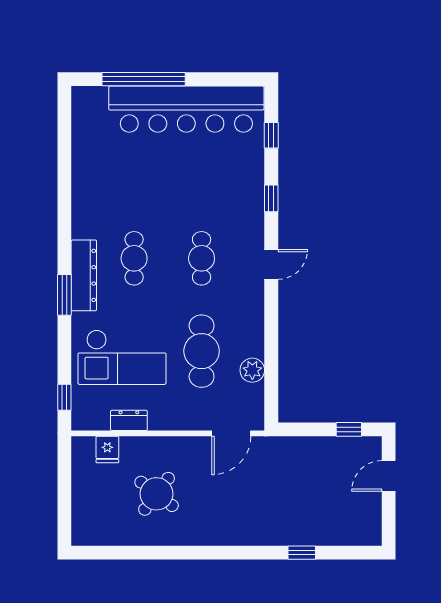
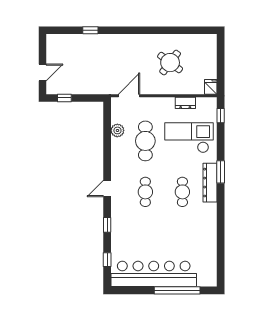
fridge: (107, 450) -> (211, 87), moved

